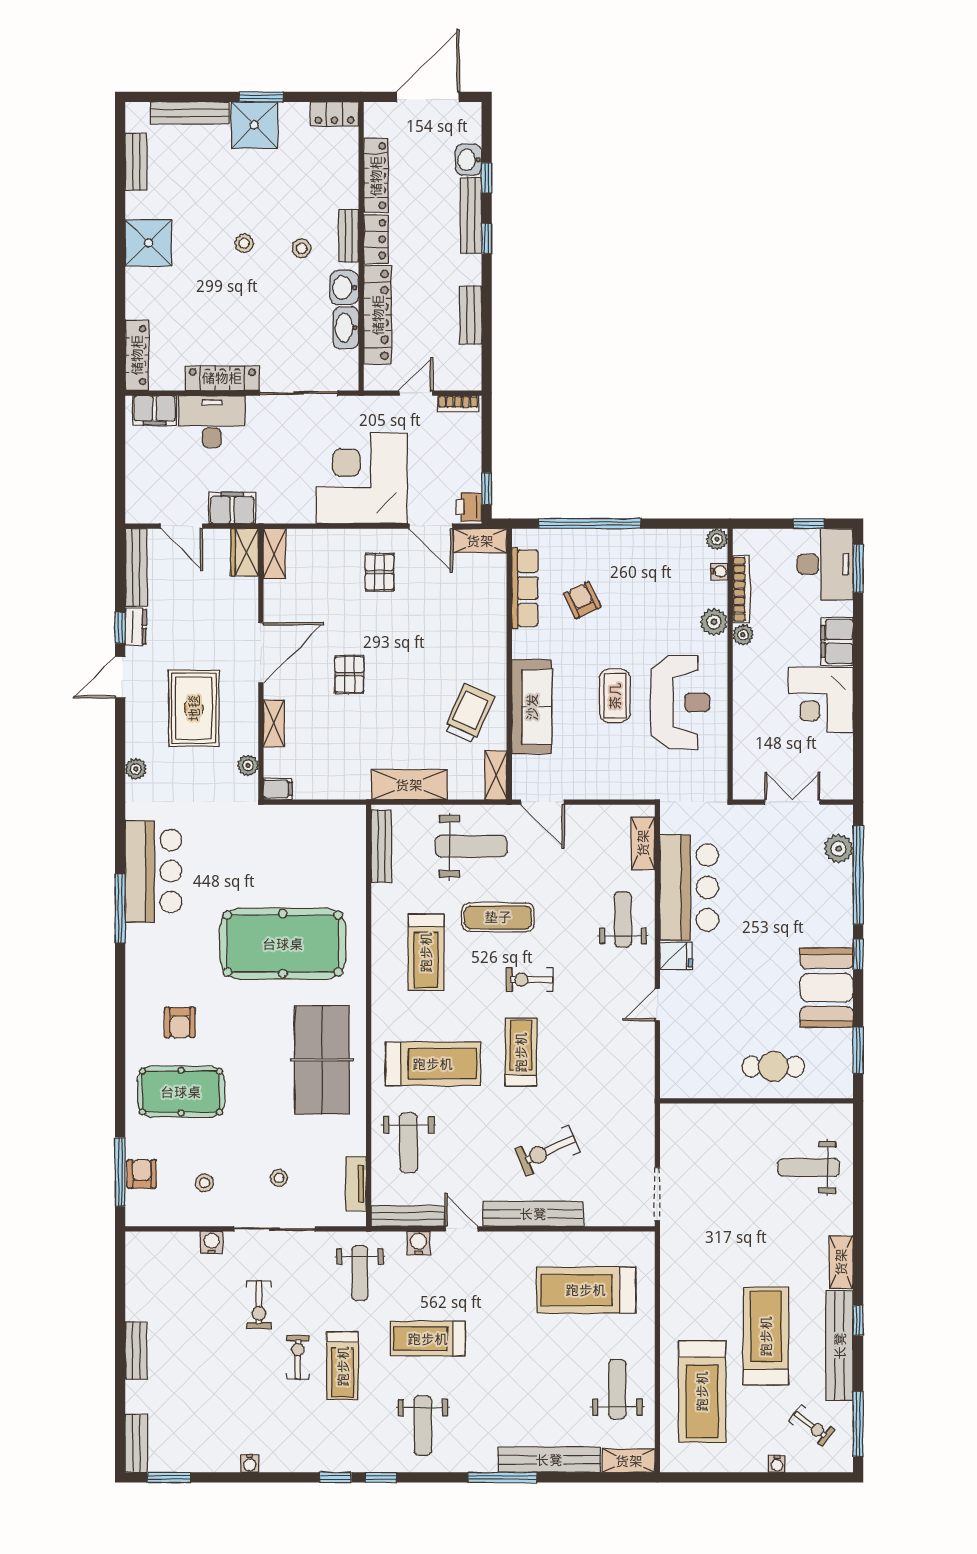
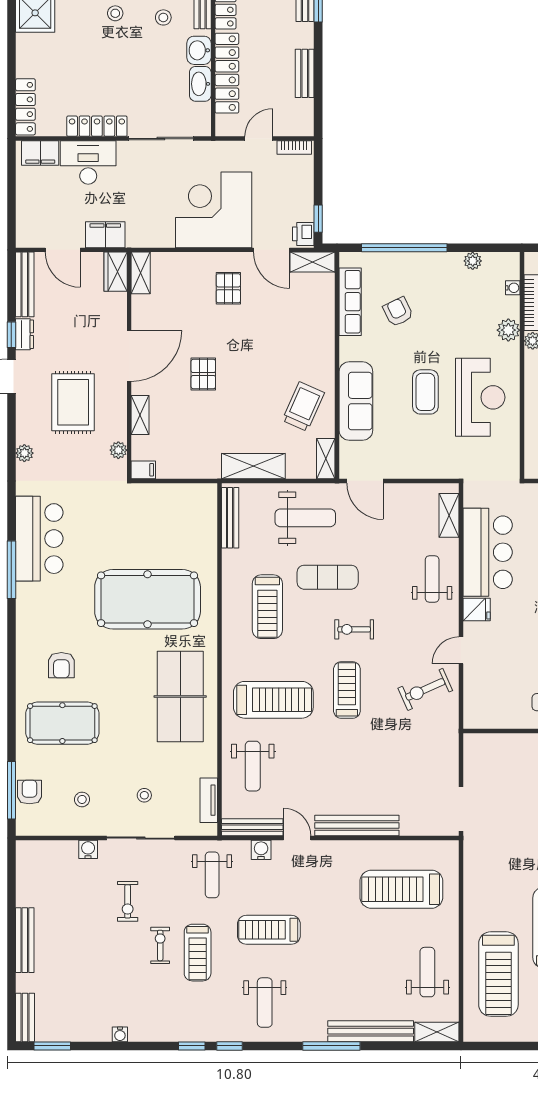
plant: (717, 539) -> (473, 261), moved
exercise bike: (548, 1151) -> (425, 689), moved
bench: (136, 1351) -> (25, 940), width x1.36

